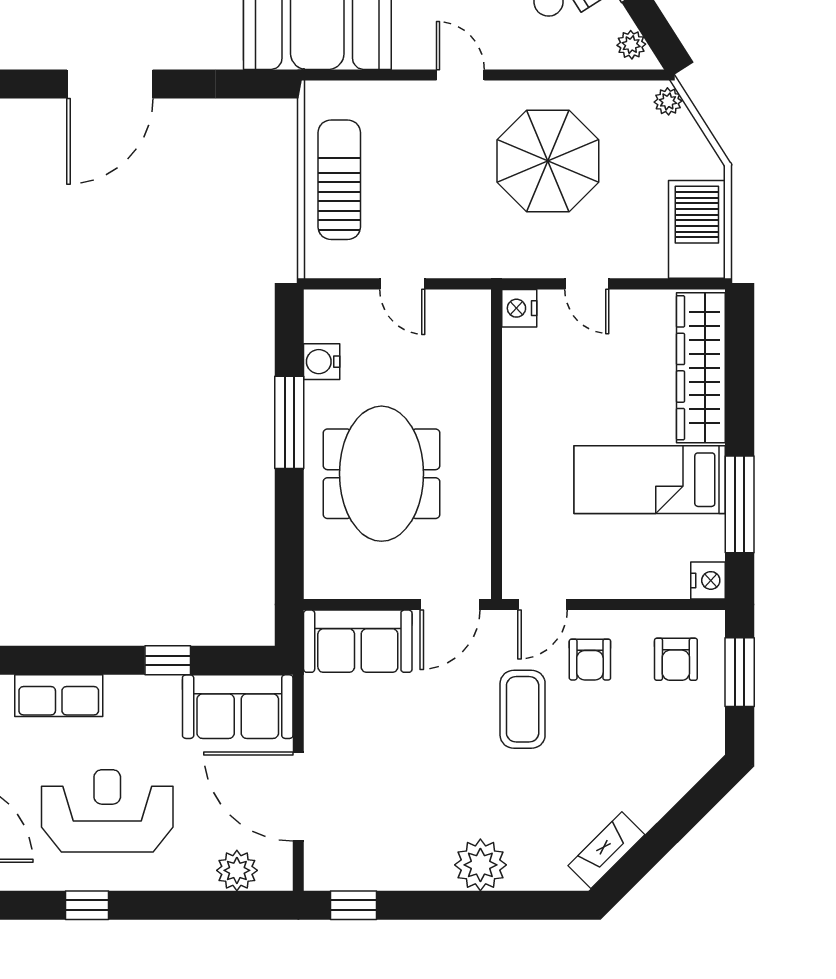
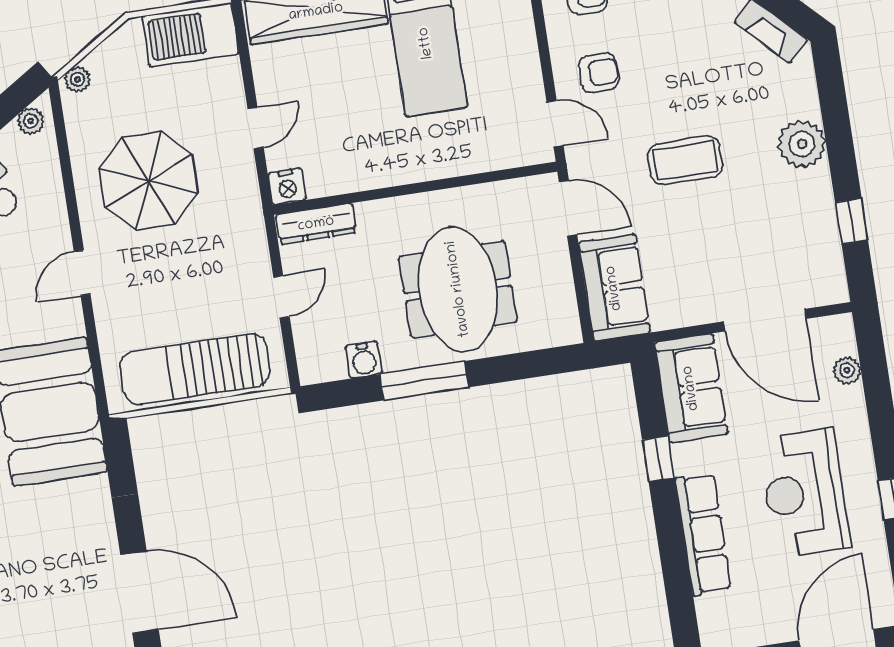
sun lounger: (339, 180) -> (195, 369), width x1.36, depth x1.34
dresser: (475, 333) -> (316, 224), added
meeting table: (381, 474) -> (458, 289), turned 90
row of seats: (59, 696) -> (703, 534), width x1.48
coffee table: (523, 709) -> (685, 160), moved
door: (298, 797) -> (765, 320), hinge flipped
plant: (237, 870) -> (847, 370), width x0.73, depth x0.73
window: (353, 905) -> (852, 221), moved

